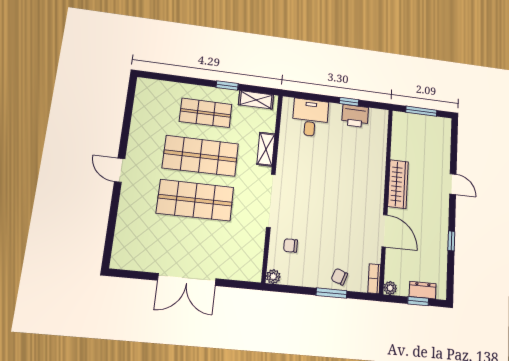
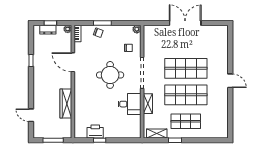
desk: (310, 118) -> (129, 104), moved, turned -90
wardrobe: (398, 184) -> (66, 103), moved
door: (453, 184) -> (31, 115), moved
round table: (325, 203) -> (110, 75), added

